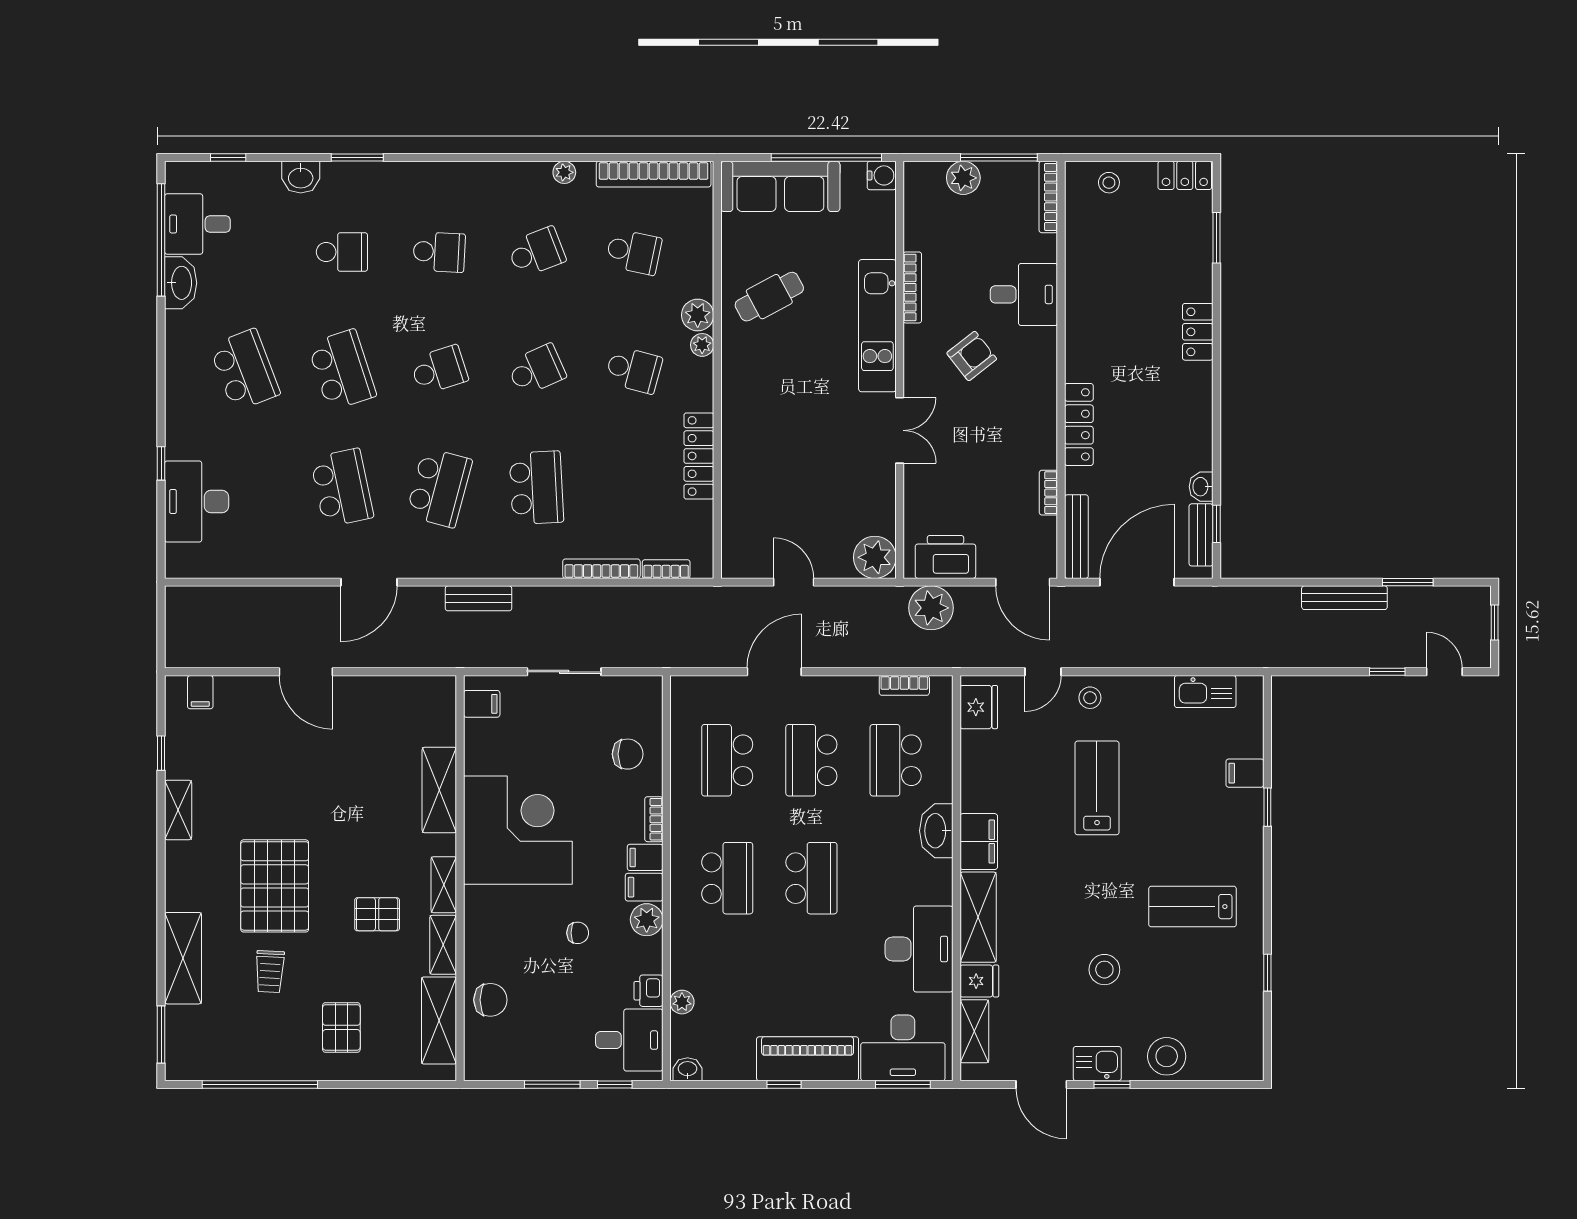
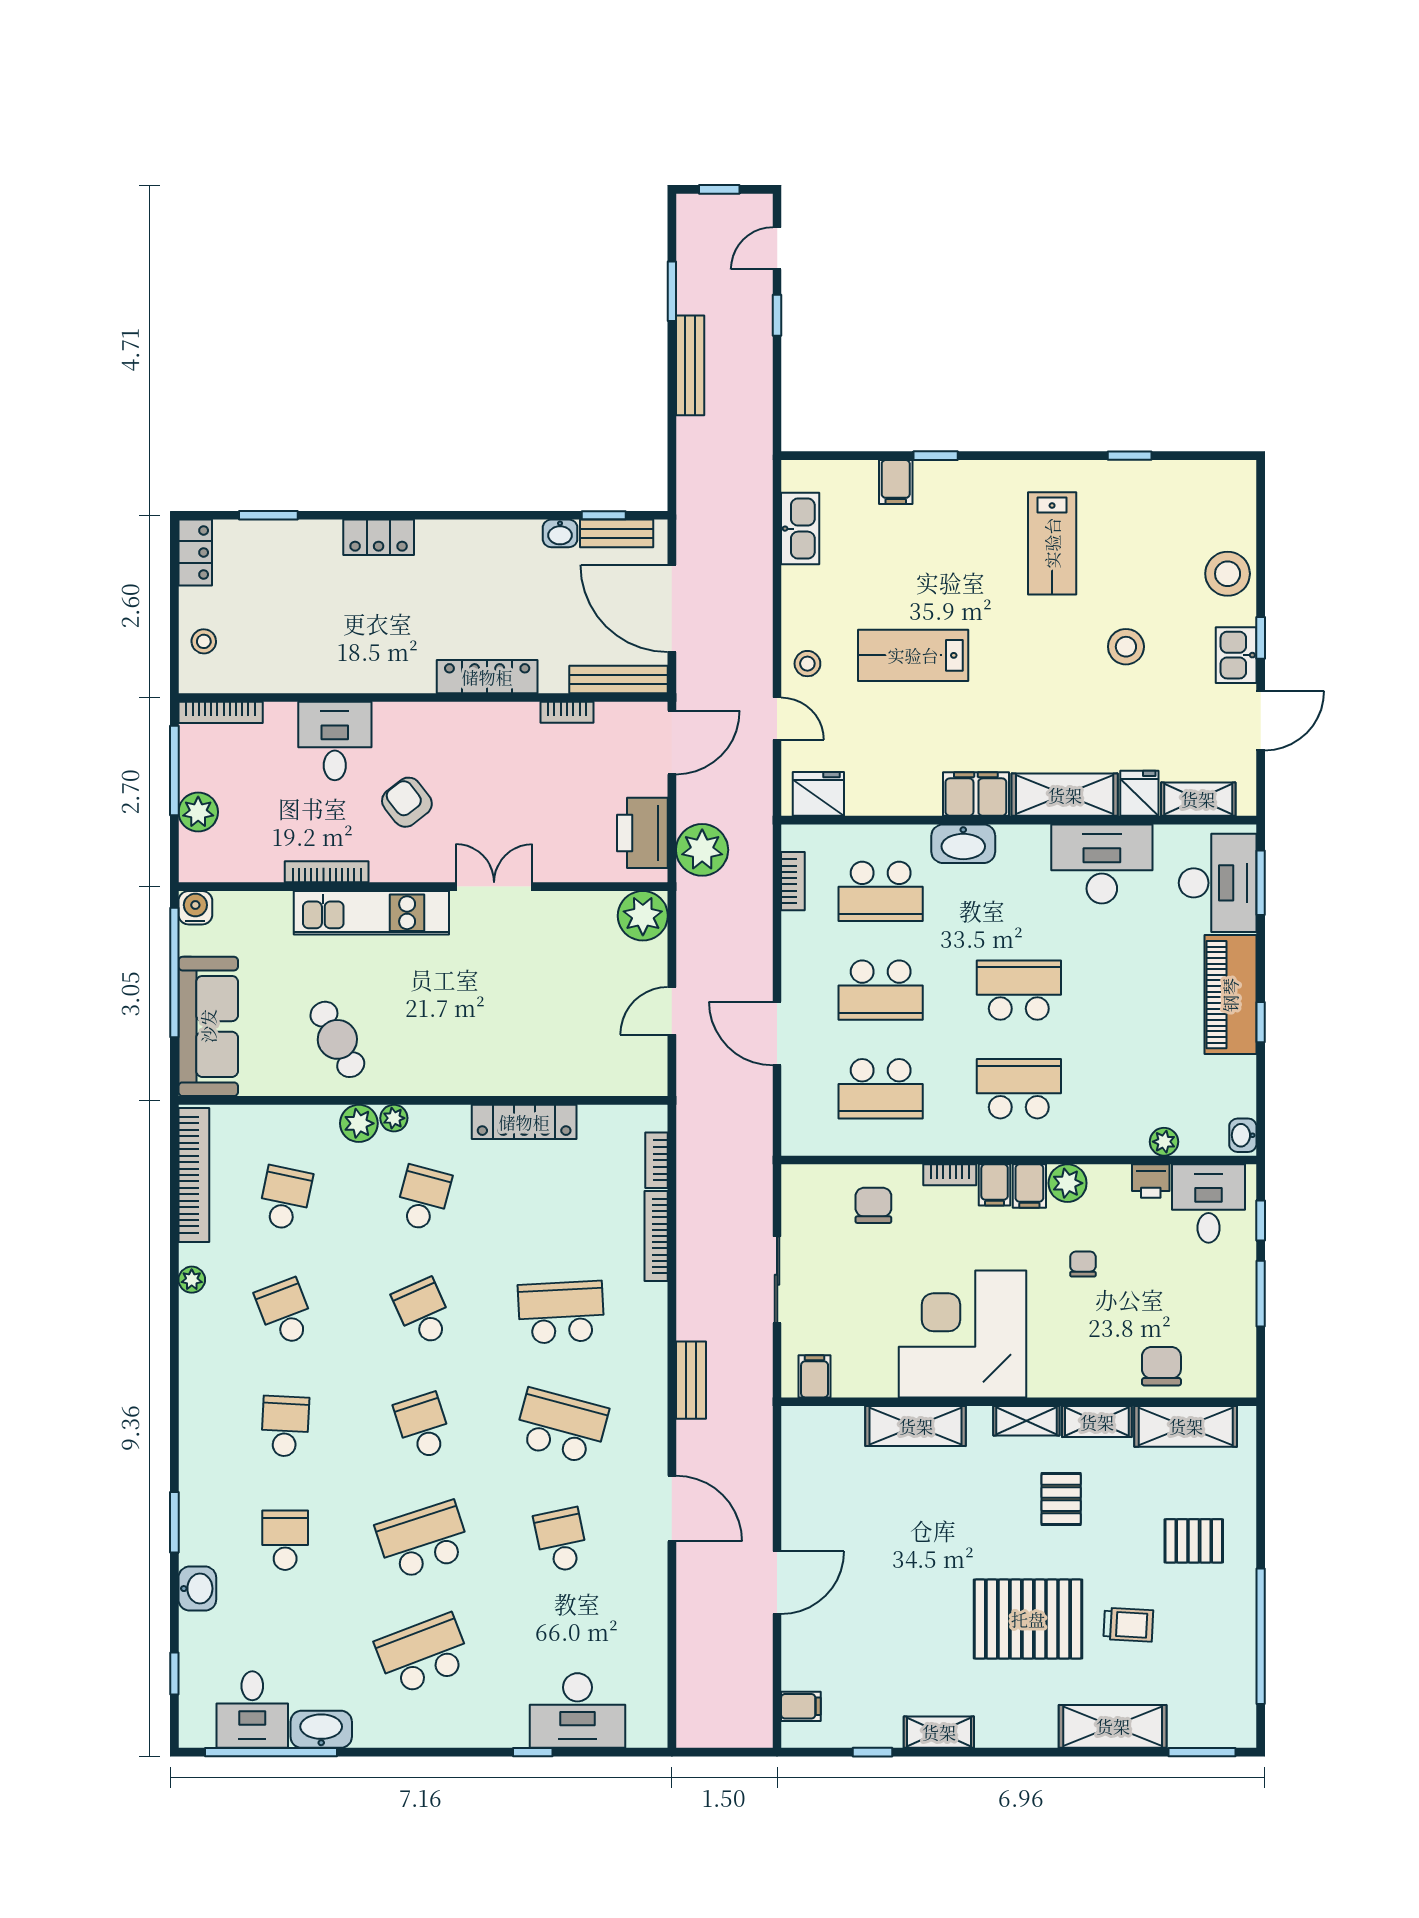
school desk: (342, 488) -> (561, 1540), width x0.54

